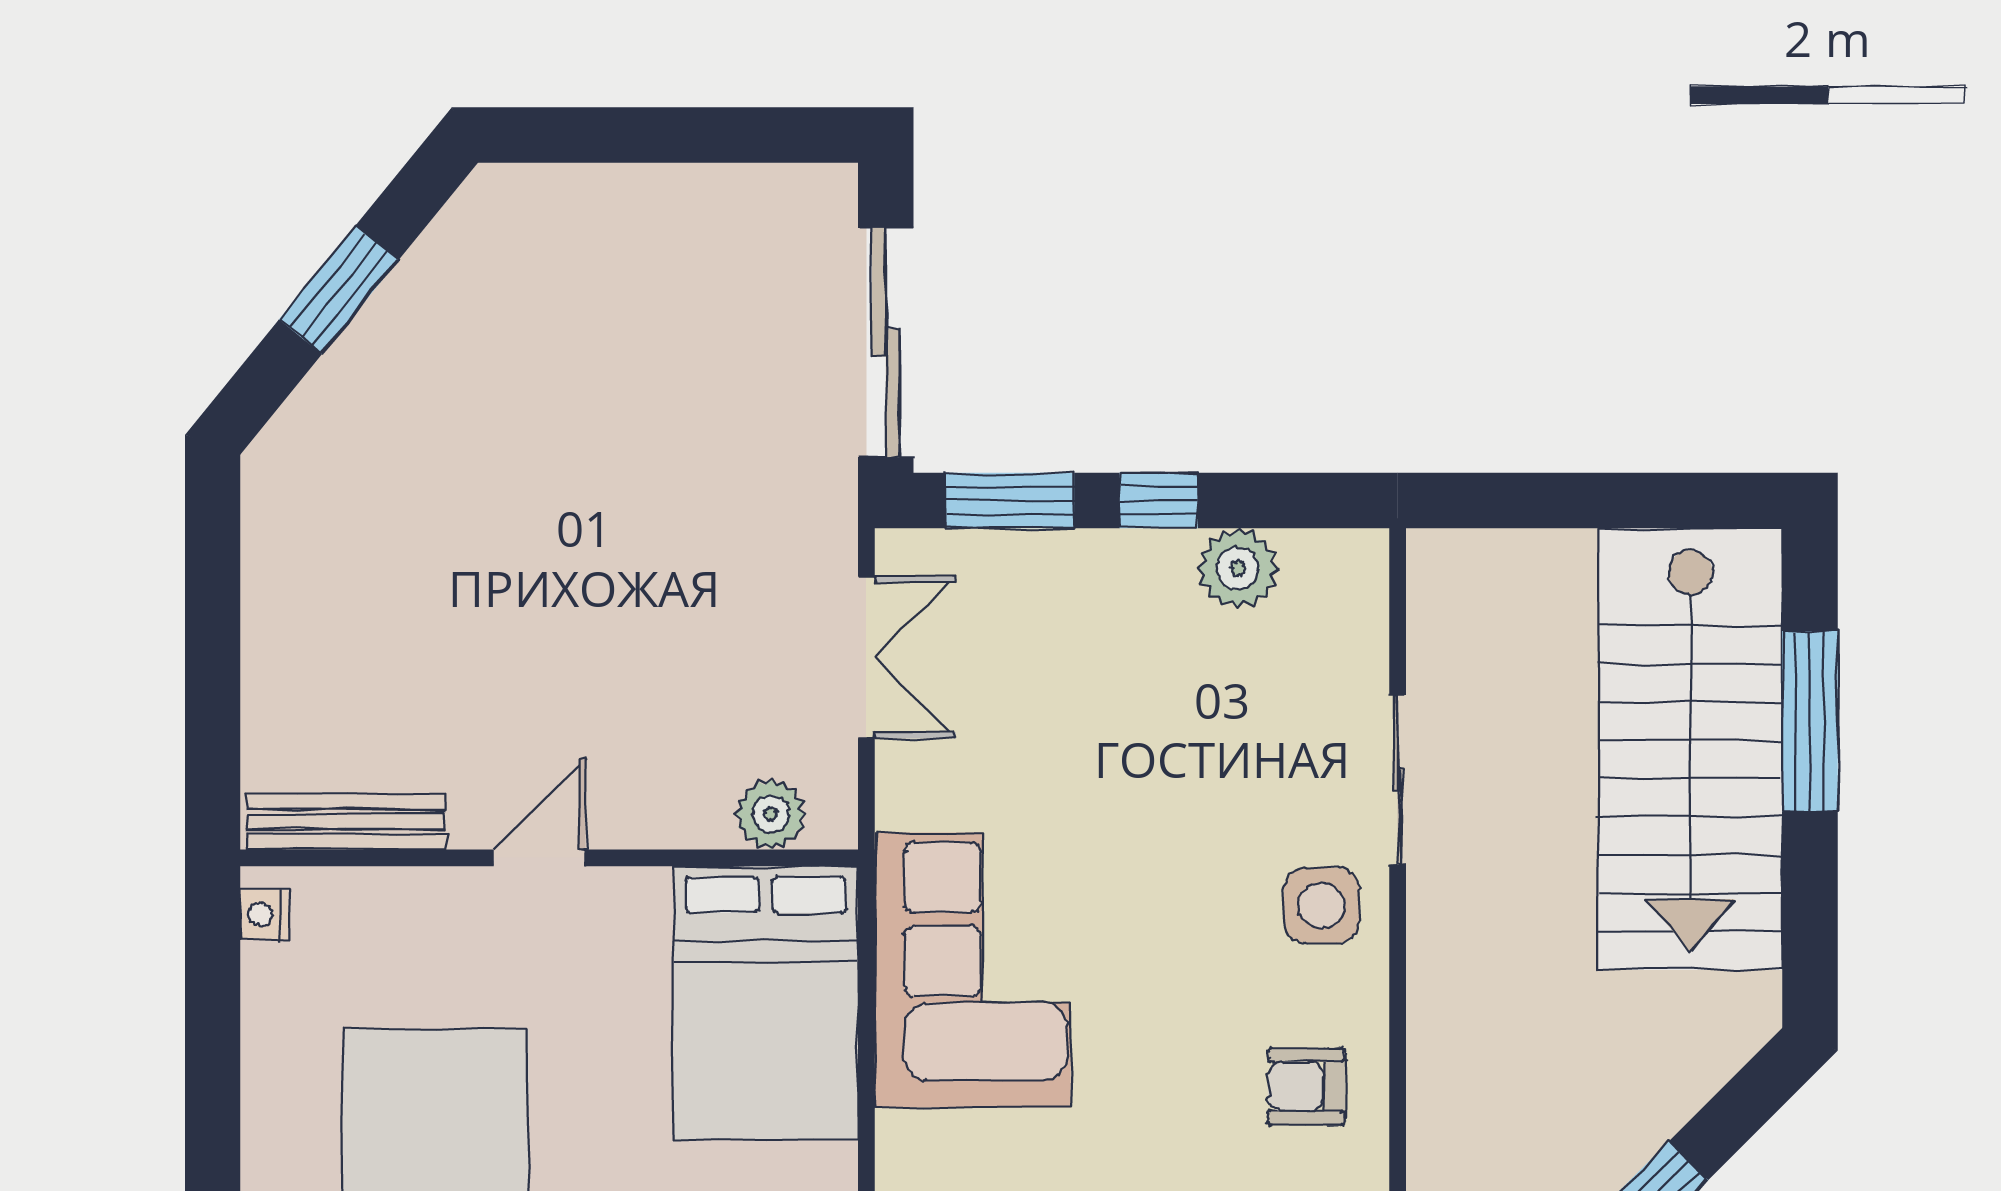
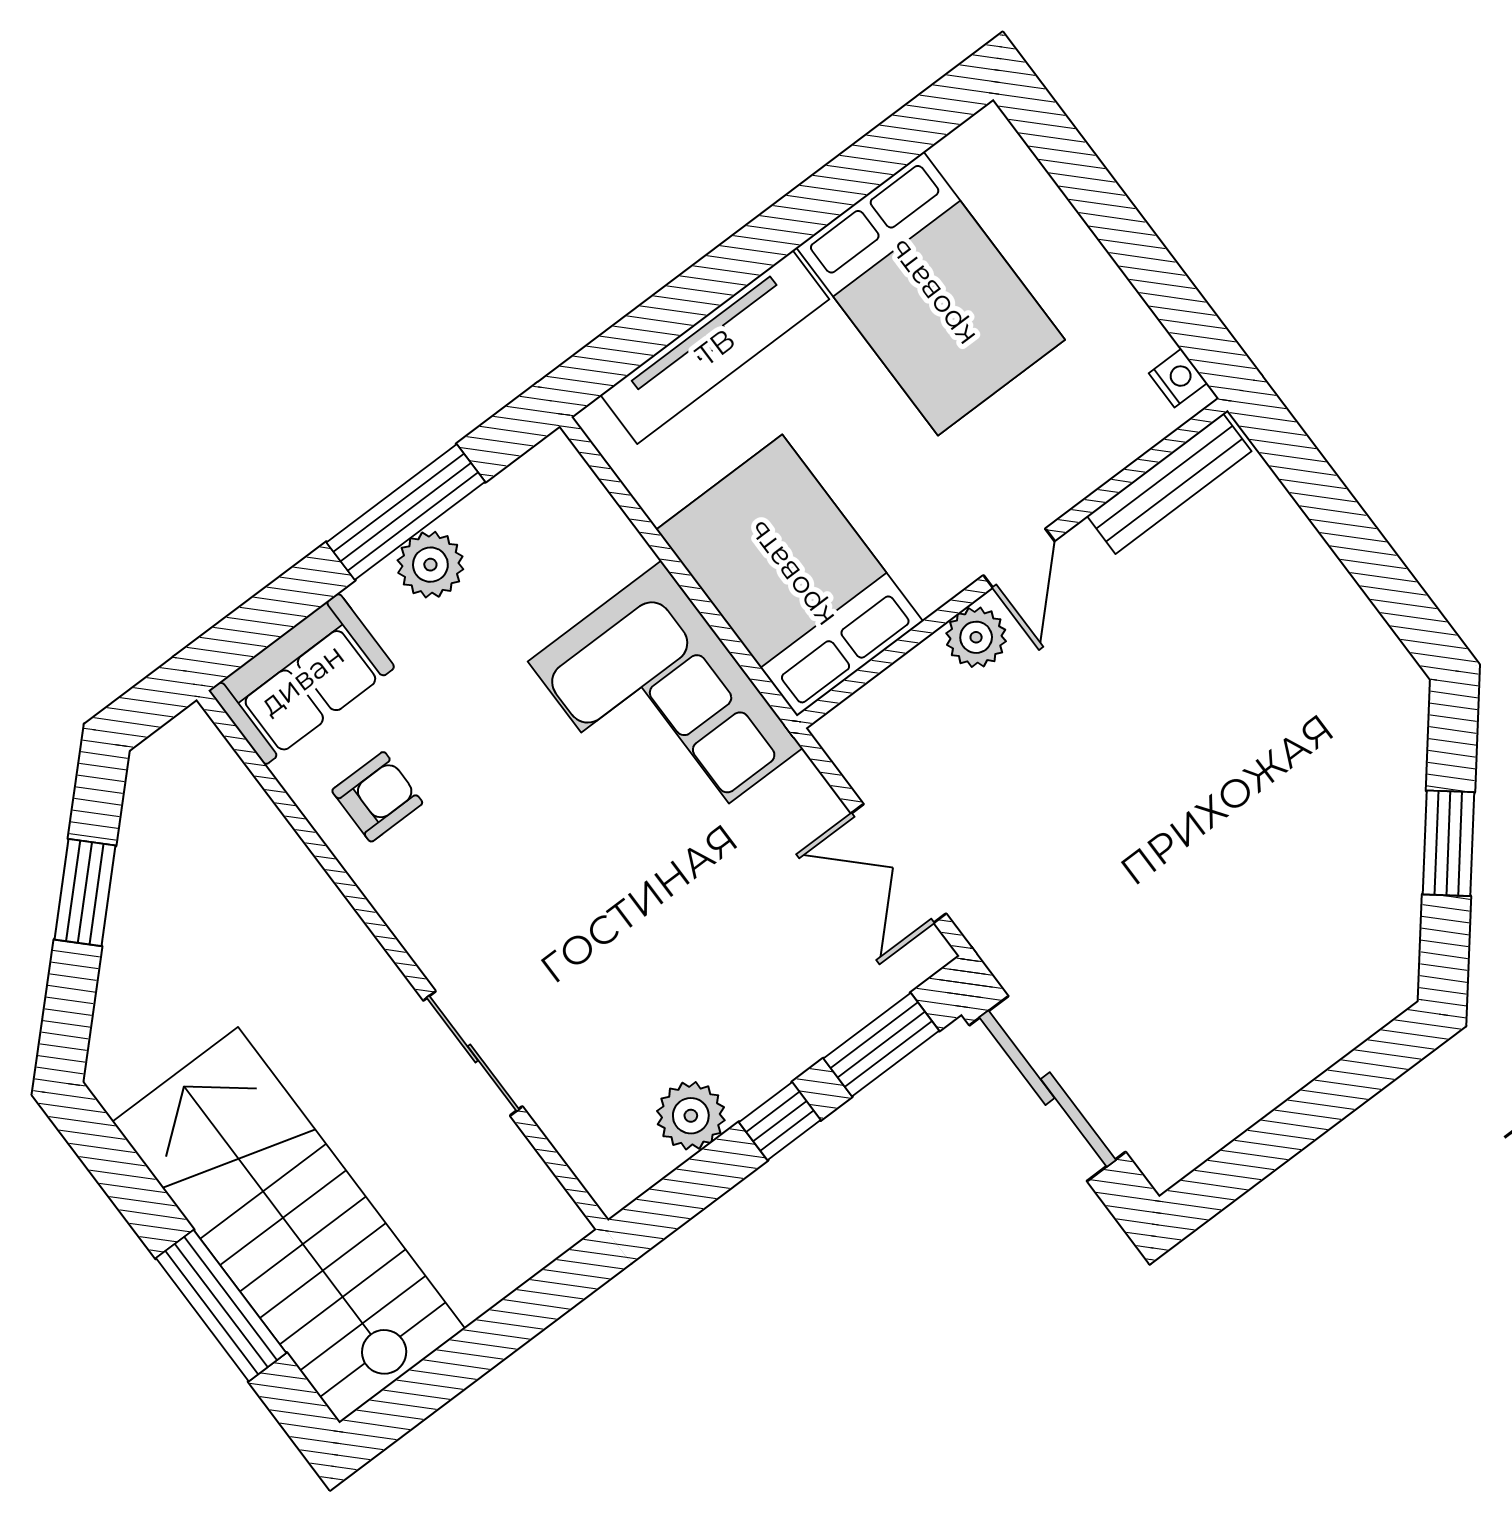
plant: (771, 814) -> (976, 637), moved
side table: (1322, 906) -> (460, 928), removed

